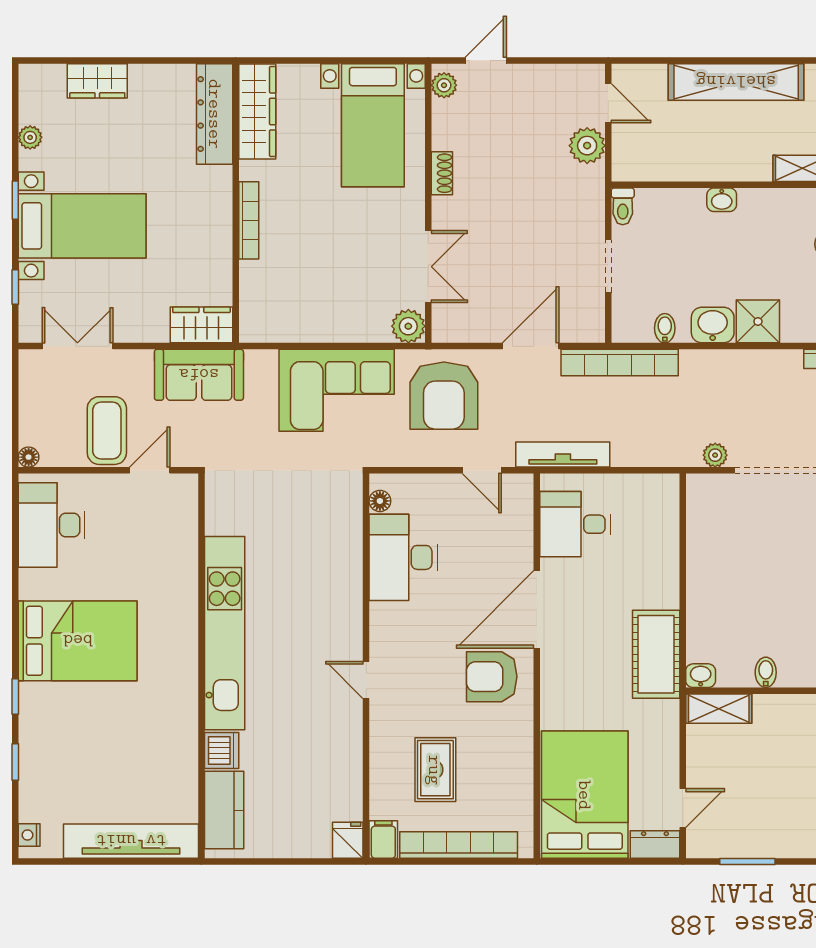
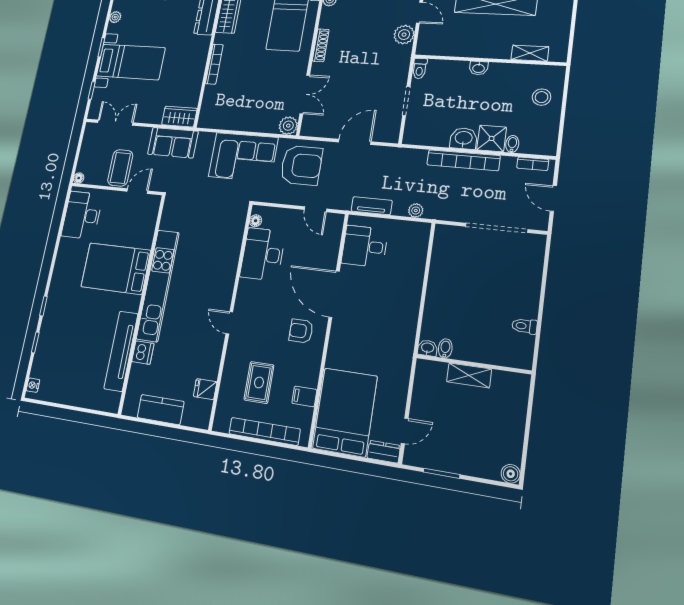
shoe rack: (442, 173) -> (321, 45), width x1.43
bidet: (665, 328) -> (512, 144), moved
bookcase: (620, 362) -> (463, 160), moved
armchair: (444, 396) -> (301, 165), turned -90
tv unit: (563, 454) -> (372, 206), width x0.71
plant: (715, 455) -> (416, 210), moved
door: (537, 609) -> (334, 294), hinge flipped
bed: (78, 641) -> (116, 269), moved, turned 180
cot: (656, 654) -> (402, 331), removed
bidet: (766, 672) -> (445, 348), moved
armchair: (492, 677) -> (301, 331), width x0.72, depth x0.72
shelving: (719, 709) -> (469, 375), moved
kitchen counter: (224, 810) -> (161, 410), moved, turned -90
filing cabinet: (383, 839) -> (304, 396), moved, turned -90
fridge: (348, 840) -> (205, 389), moved, turned -90
tv unit: (131, 841) -> (121, 351), moved, turned -90

